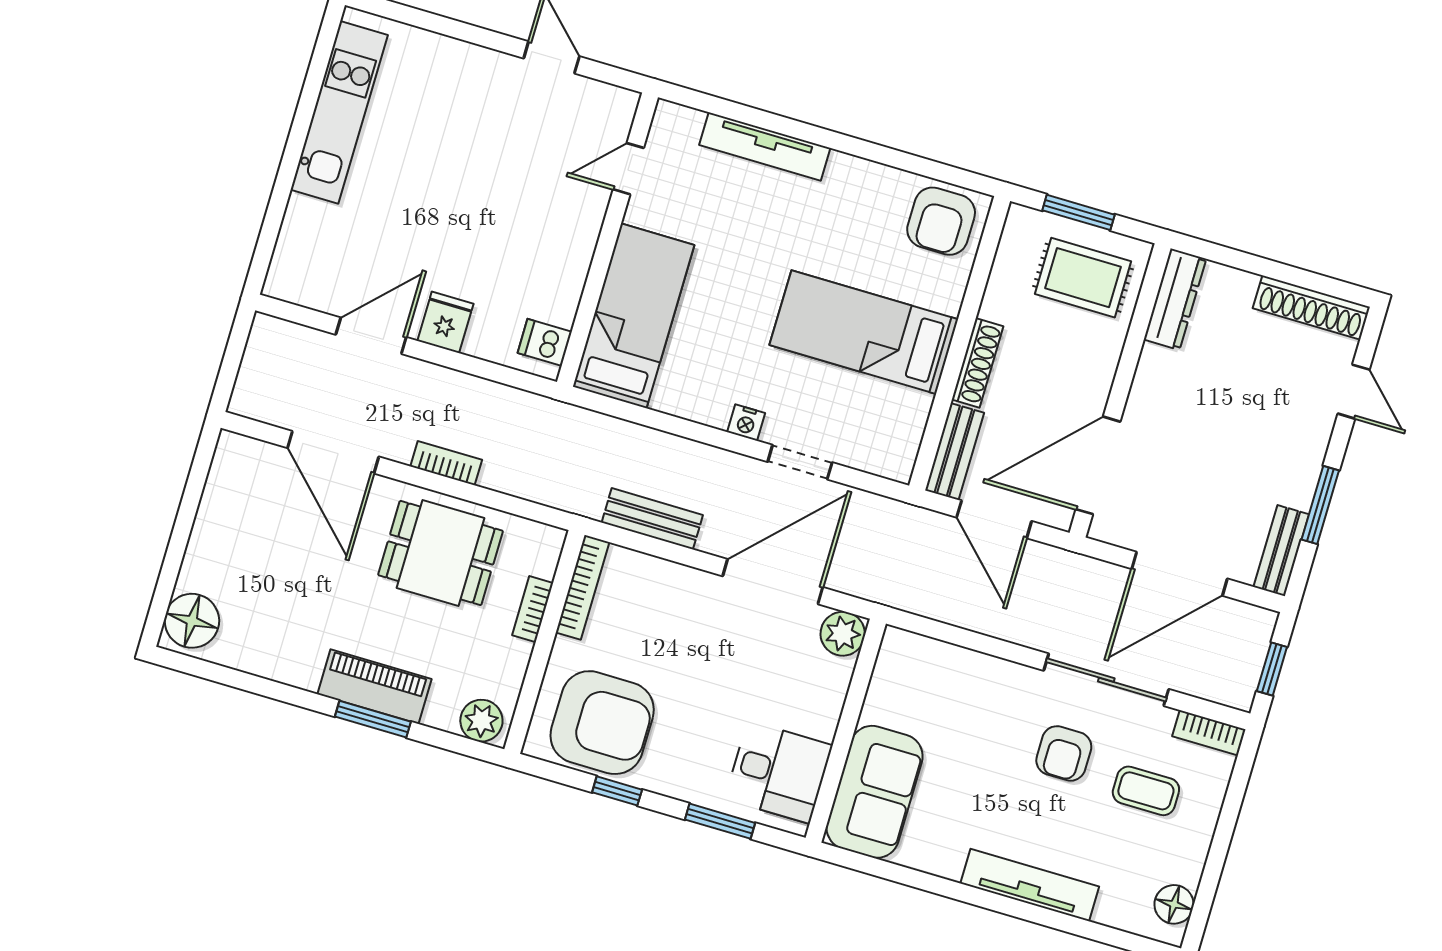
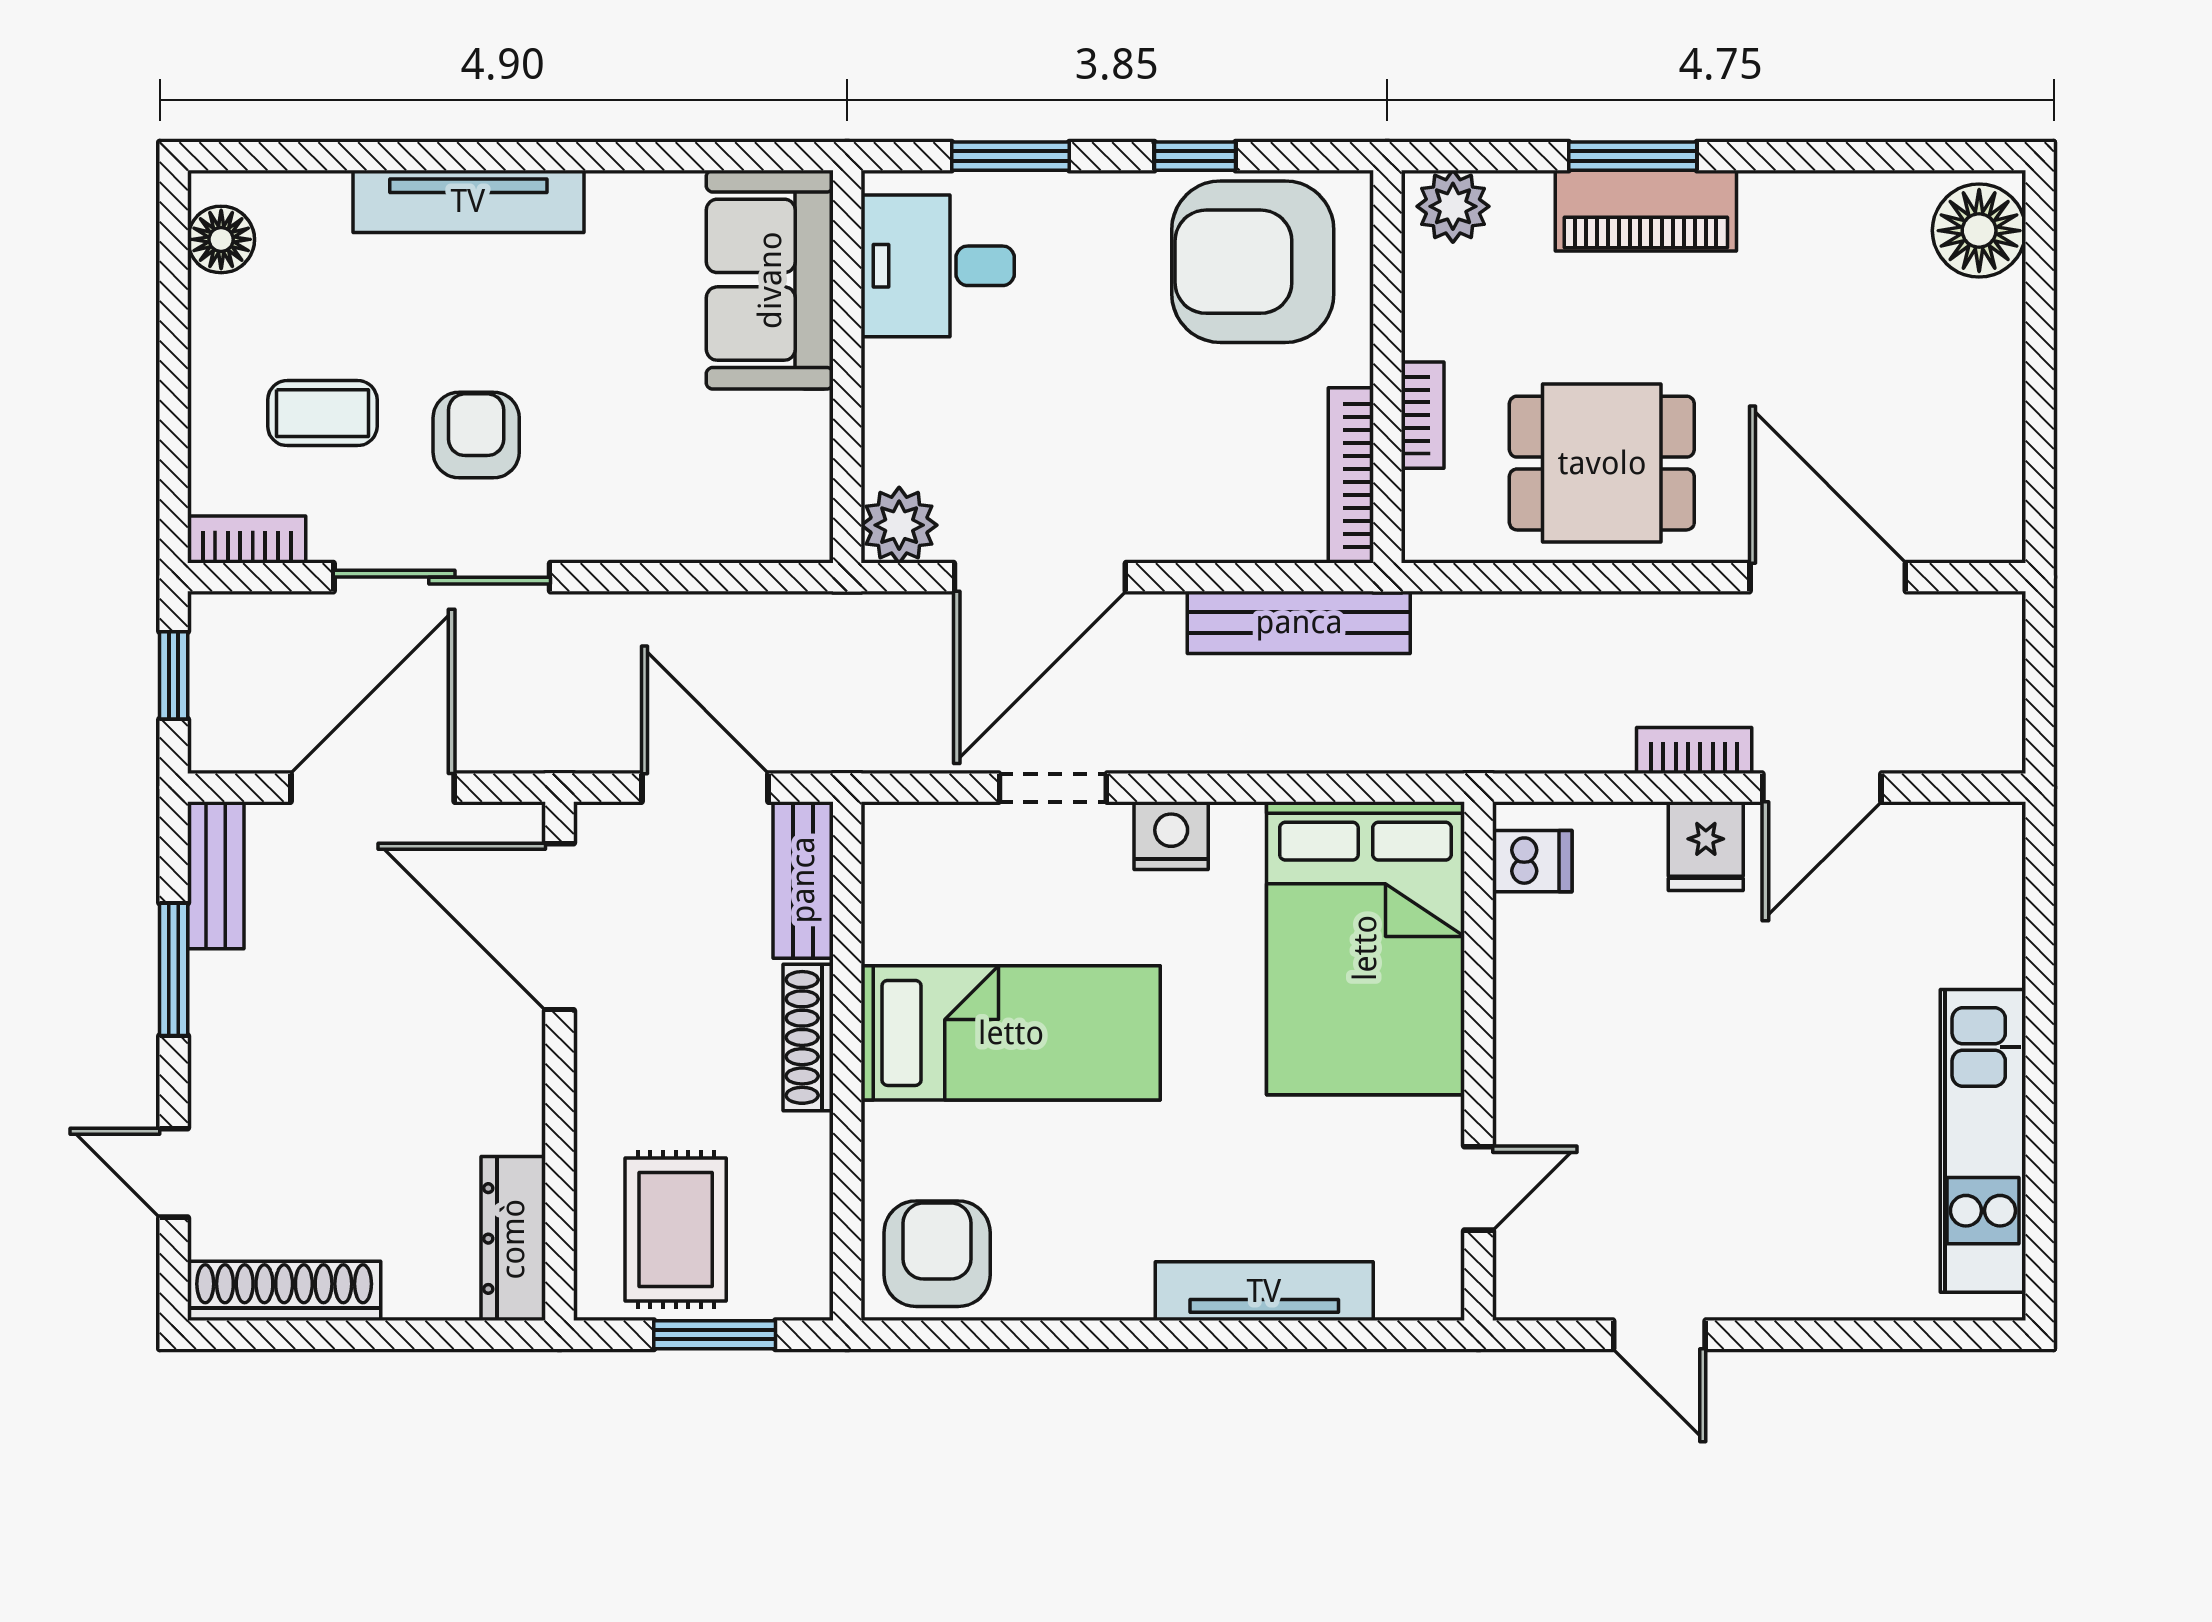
rug: (1083, 278) -> (676, 1230), turned 90
bed: (634, 316) -> (1365, 948), width x1.50
nightstand: (746, 423) -> (1171, 836), width x1.39, depth x1.35
bookcase: (446, 463) -> (1694, 750), moved, turned 180
door: (1098, 465) -> (559, 927), swing flipped
bench: (652, 519) -> (1299, 622), width x1.36

